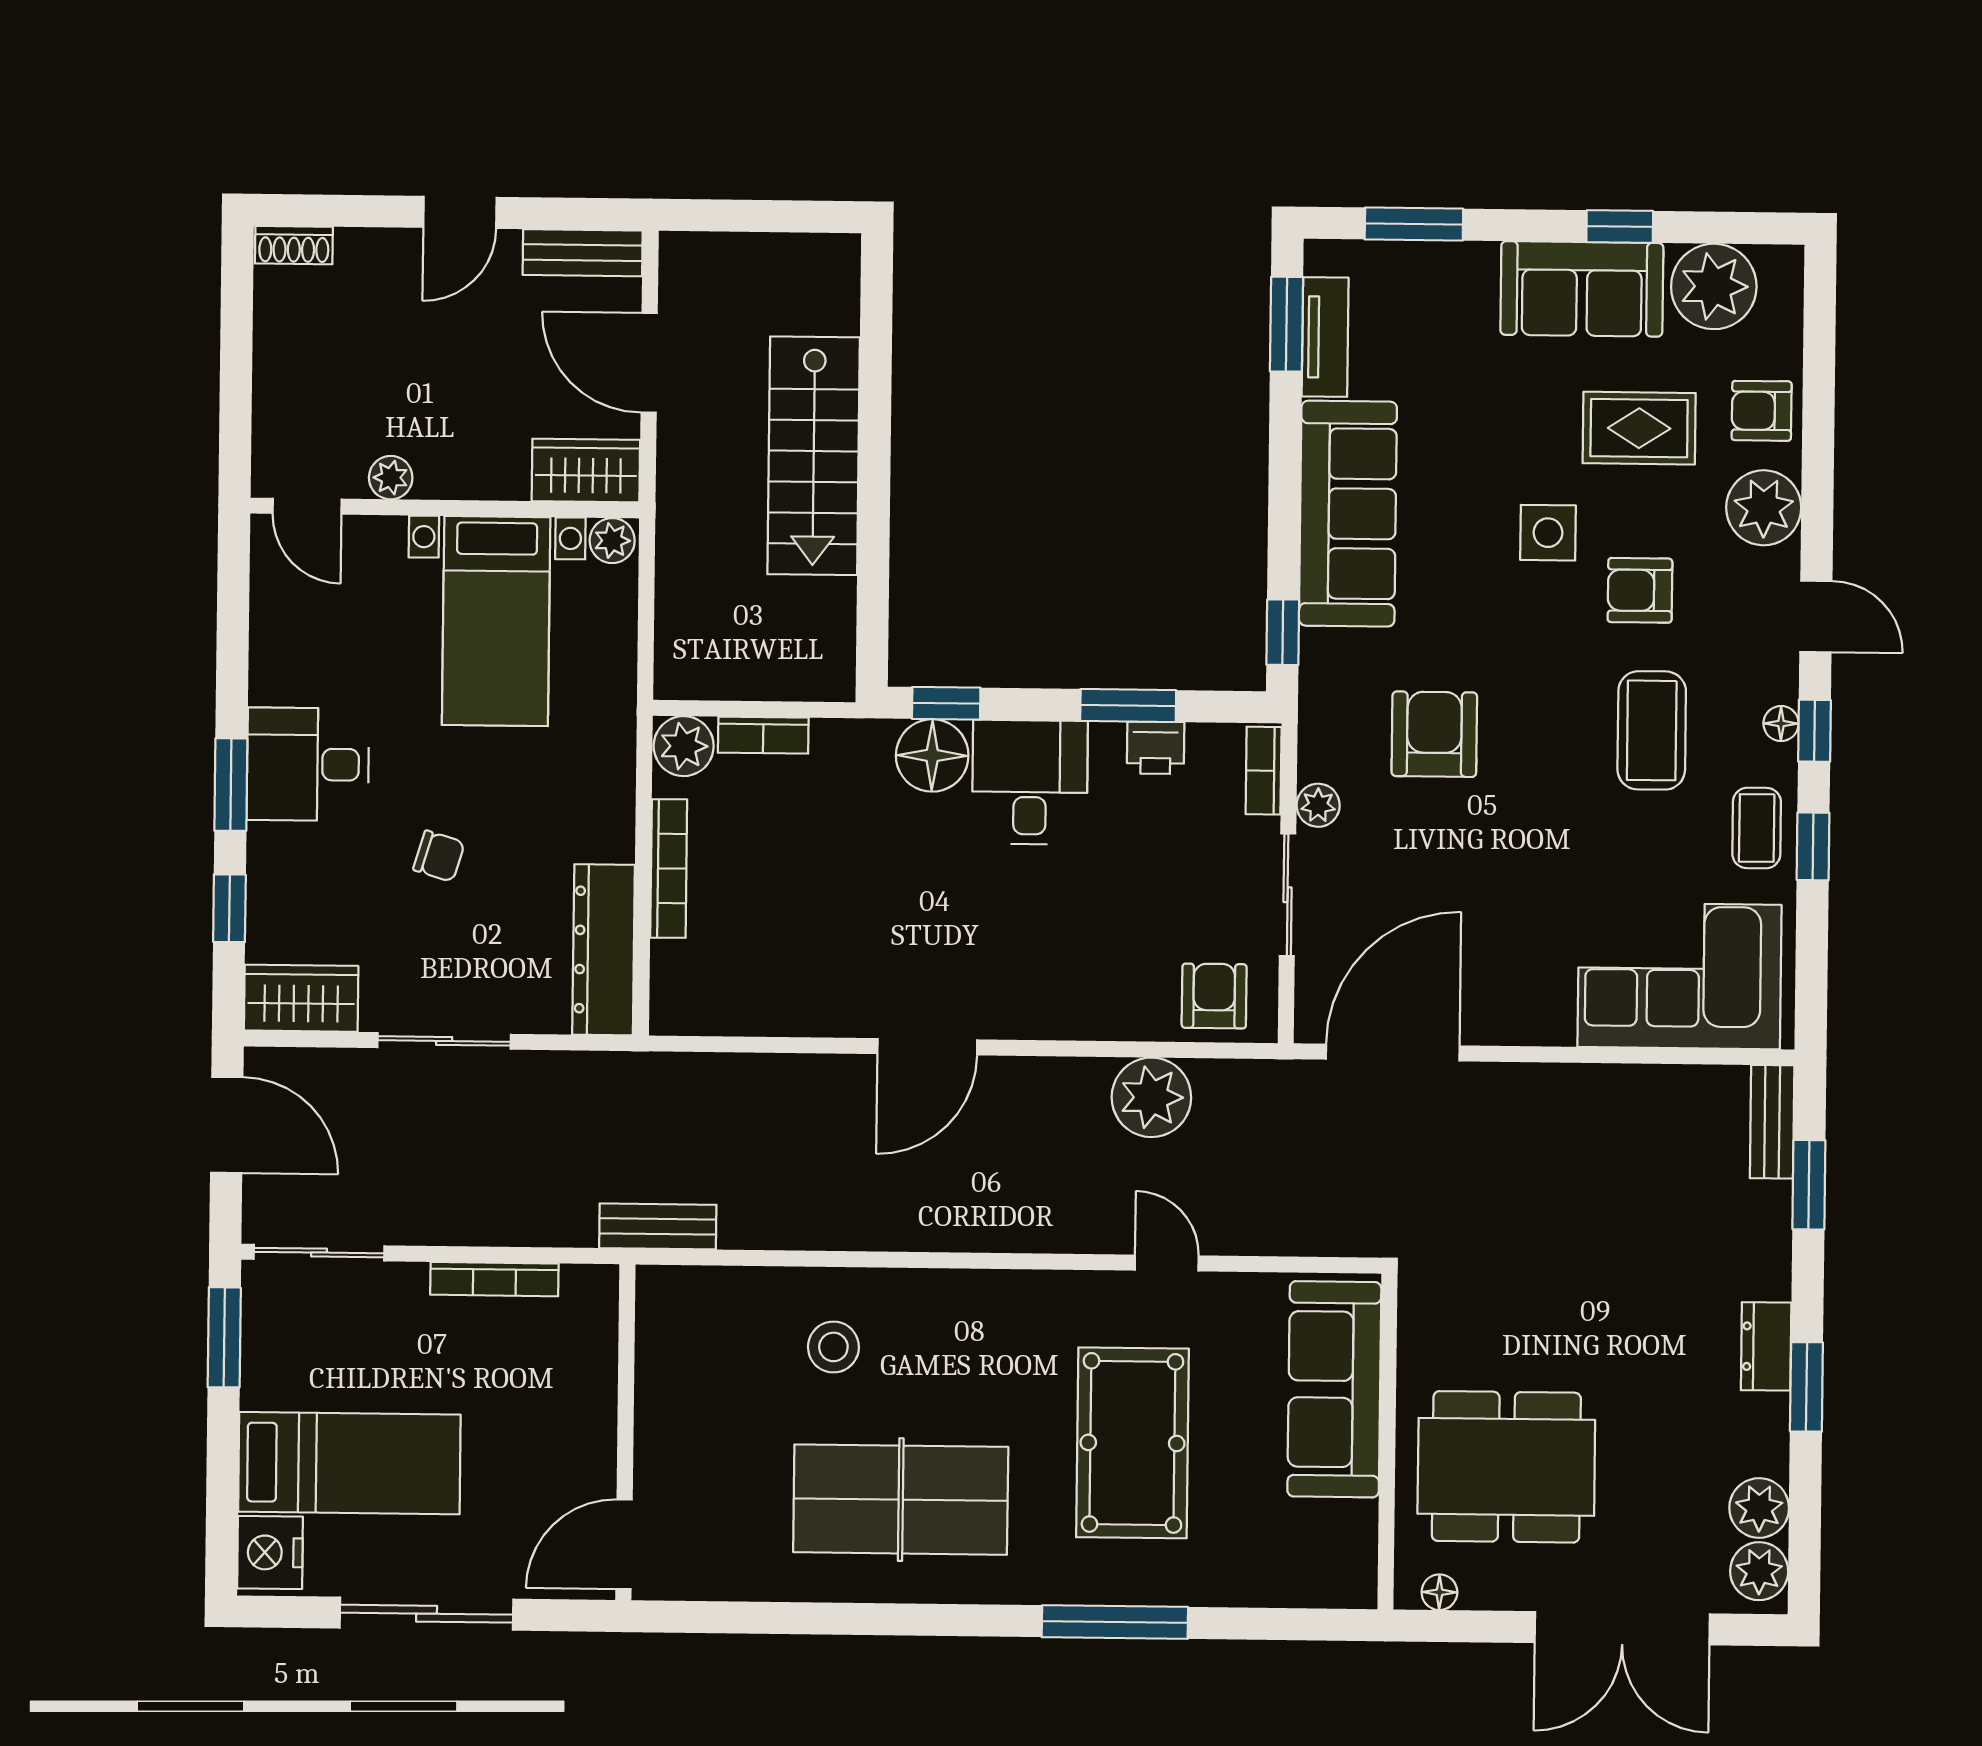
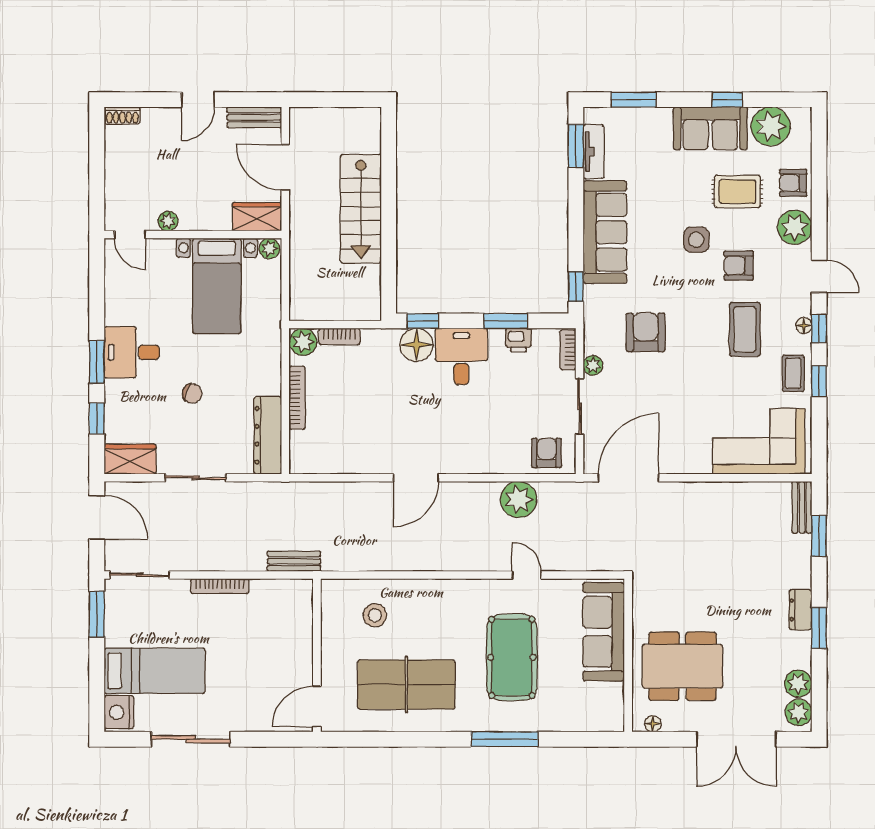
wall: (625, 1432) -> (317, 655), moved
door: (624, 1544) -> (317, 706), moved

